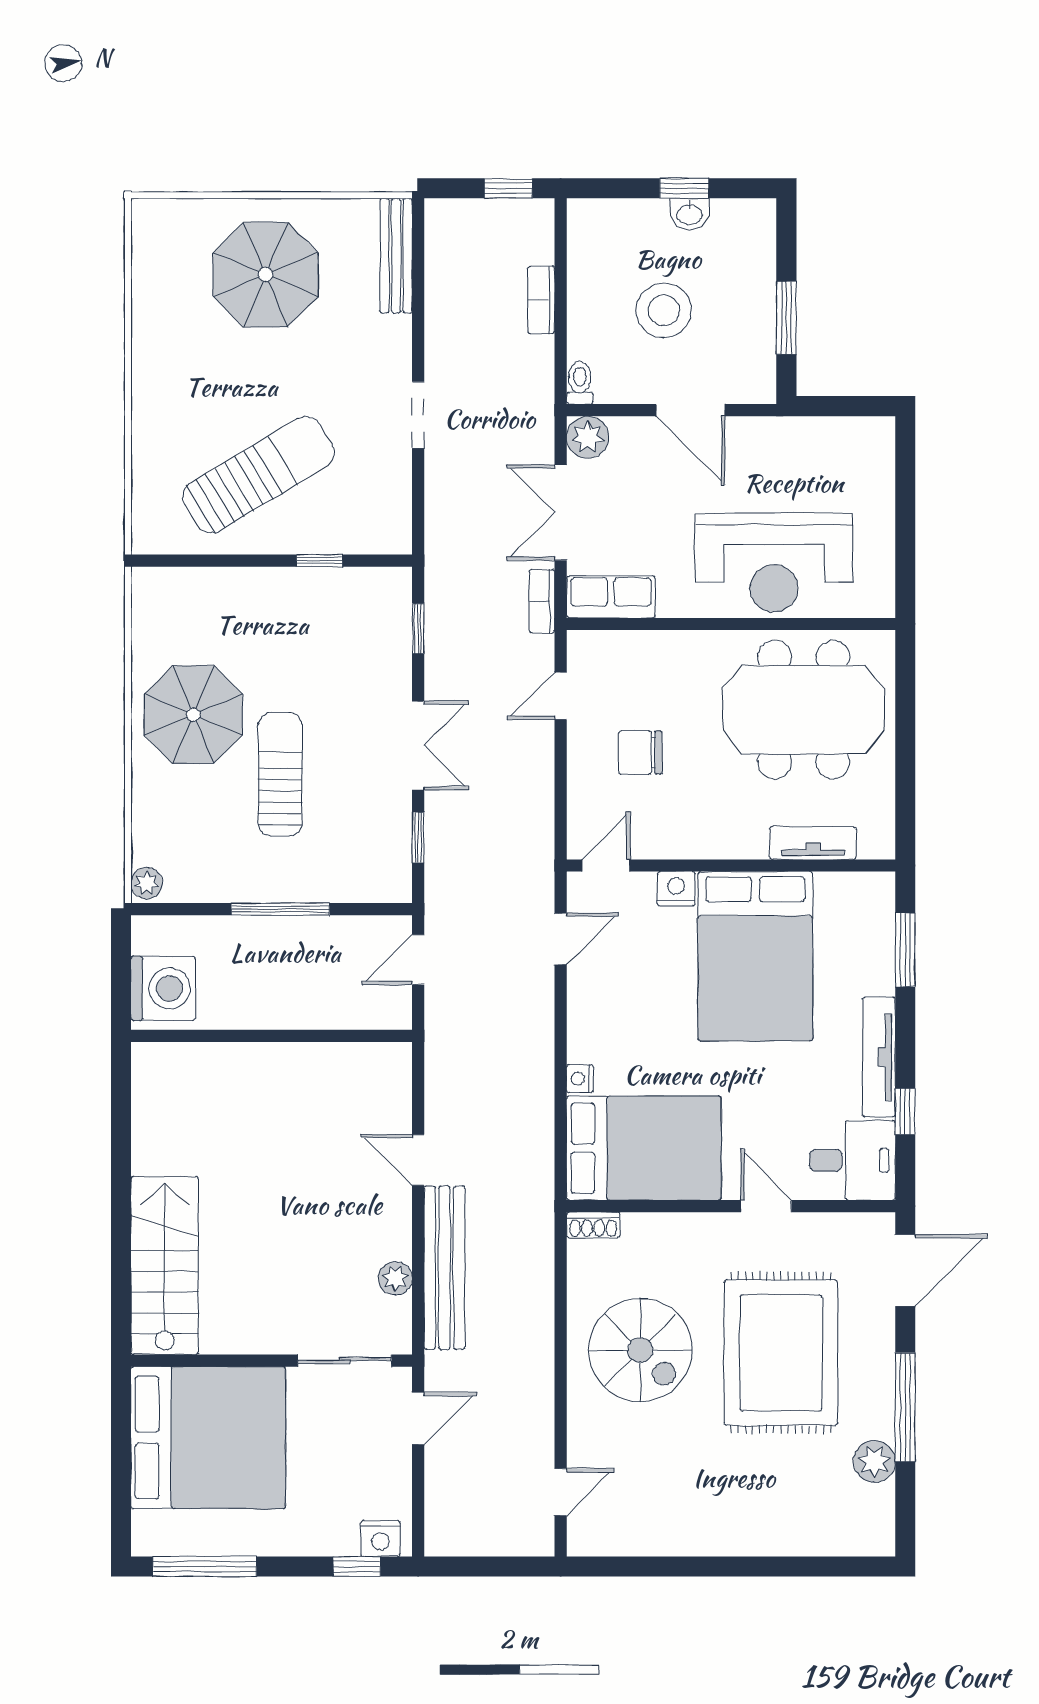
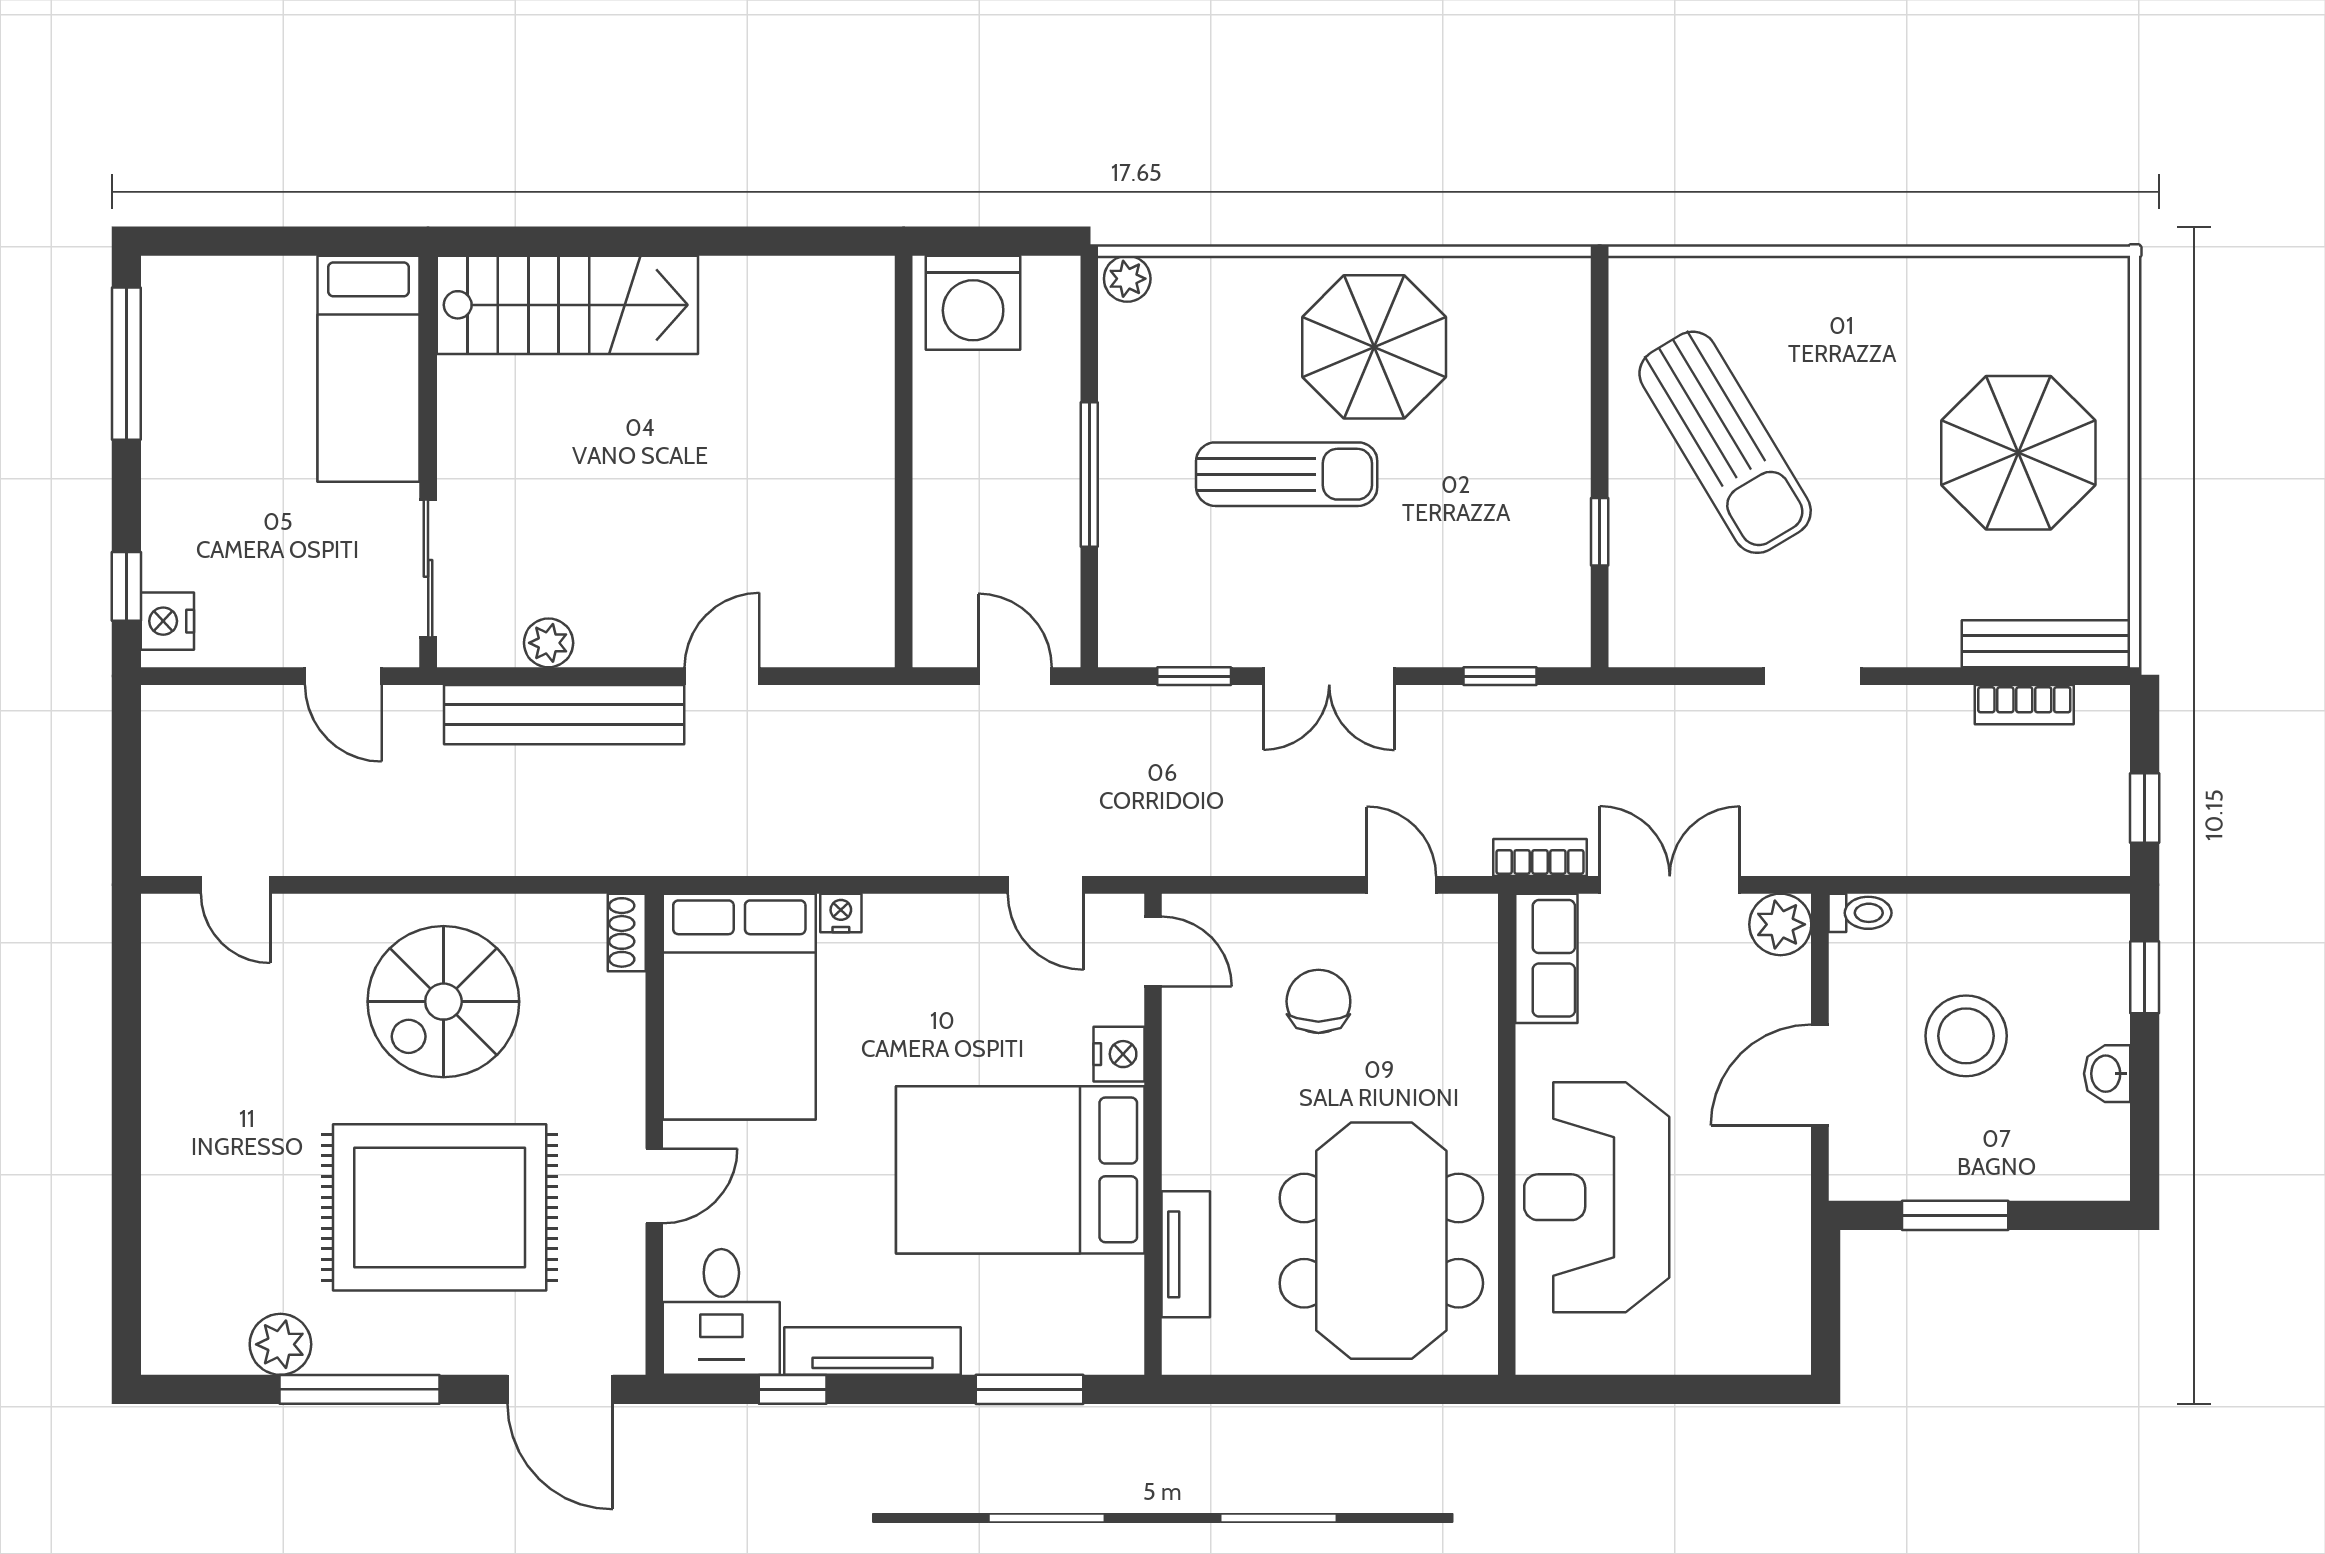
window: (684, 188) -> (2145, 977), moved
bookcase: (541, 300) -> (2024, 705), moved, turned 180
bed: (208, 1438) -> (368, 369), width x0.49

